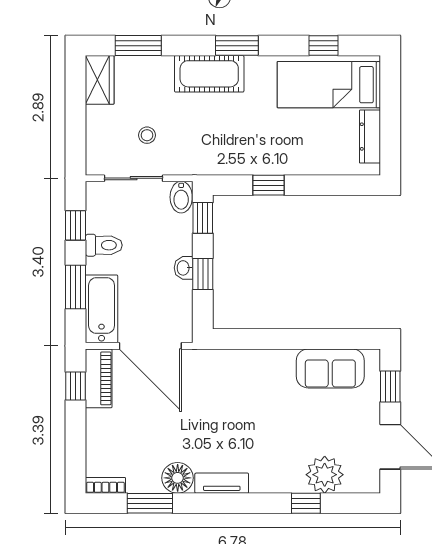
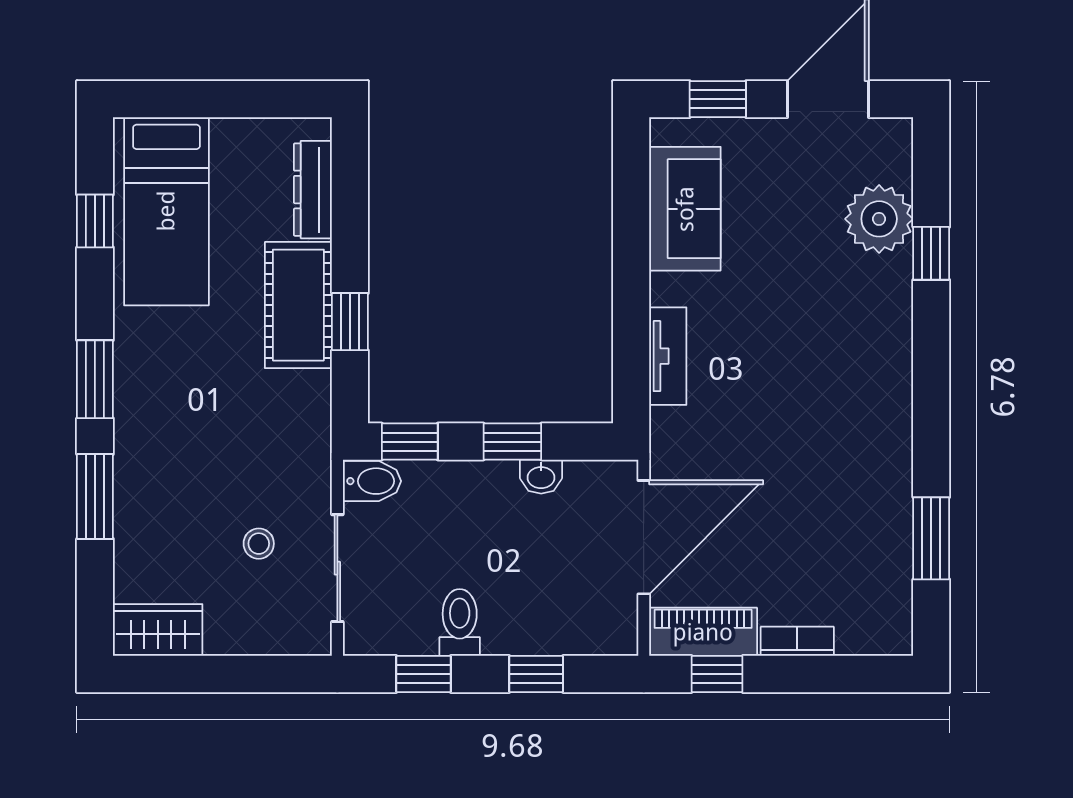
window: (138, 46) -> (95, 496), moved
cot: (209, 74) -> (298, 305), moved
dresser: (370, 137) -> (313, 190), moved, turned 90
washbasin: (184, 268) -> (541, 477), moved
window: (76, 287) -> (536, 674), width x0.67
bathtub: (102, 309) -> (576, 627), removed
floor lamp: (178, 478) -> (885, 488), removed
tv unit: (222, 483) -> (668, 356), moved, turned 180
bookcase: (105, 485) -> (797, 641), moved, turned 90

